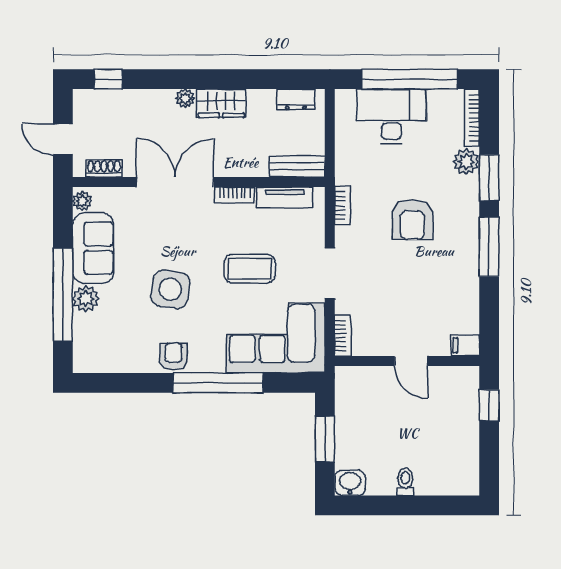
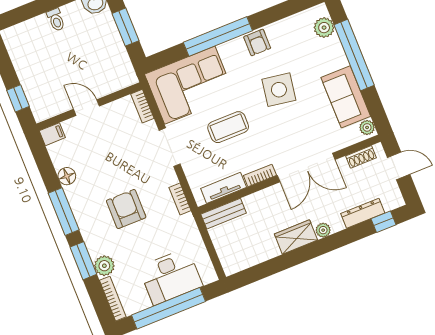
dresser: (296, 99) -> (363, 213), moved, width x1.44
floor lamp: (468, 288) -> (67, 176), added
plant: (86, 299) -> (324, 28), moved

